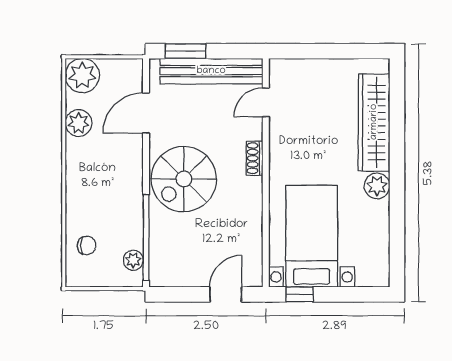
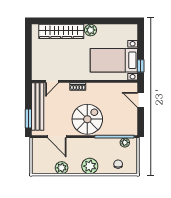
plant: (82, 75) -> (90, 166), moved
door: (266, 102) -> (52, 81), hinge flipped
spiral stairs: (184, 179) -> (87, 119), turned -90

